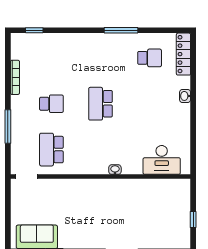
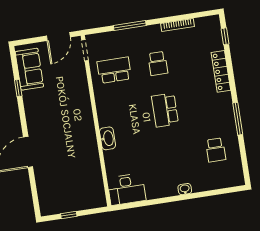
locker: (183, 54) -> (221, 71), moved, turned -90
school desk: (101, 104) -> (165, 110), turned -90
desk: (162, 160) -> (126, 189), moved, turned -90
washbasin: (115, 170) -> (108, 138), width x1.91, depth x1.45
door: (8, 202) -> (58, 36), added

